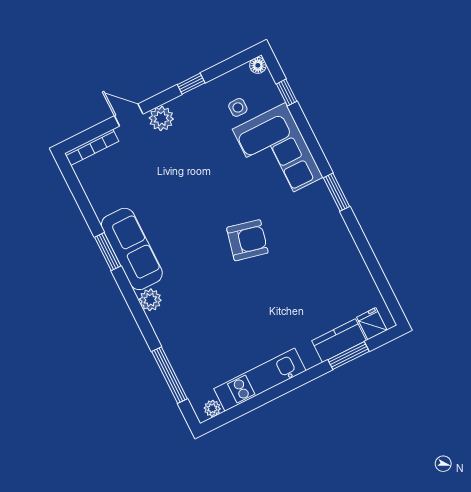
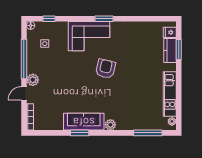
window: (191, 84) -> (24, 59), width x3.17
corner sofa: (278, 153) -> (89, 36), moved

